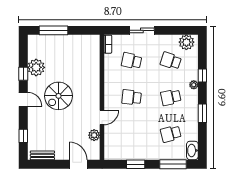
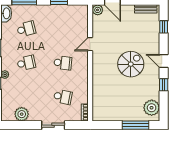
plant: (186, 42) -> (22, 114), moved
school desk: (171, 61) -> (26, 97), removed
plant: (36, 67) -> (152, 108), moved
plant: (94, 135) -> (98, 10), moved

